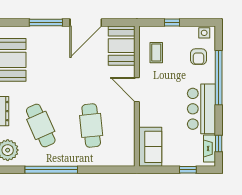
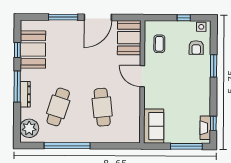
window: (172, 23) -> (184, 18), moved
window: (219, 78) -> (214, 66), width x0.47
bar counter: (201, 109) -> (198, 93), removed
cafe table: (41, 125) -> (58, 107), turned 42
window: (188, 170) -> (186, 146), width x2.17

